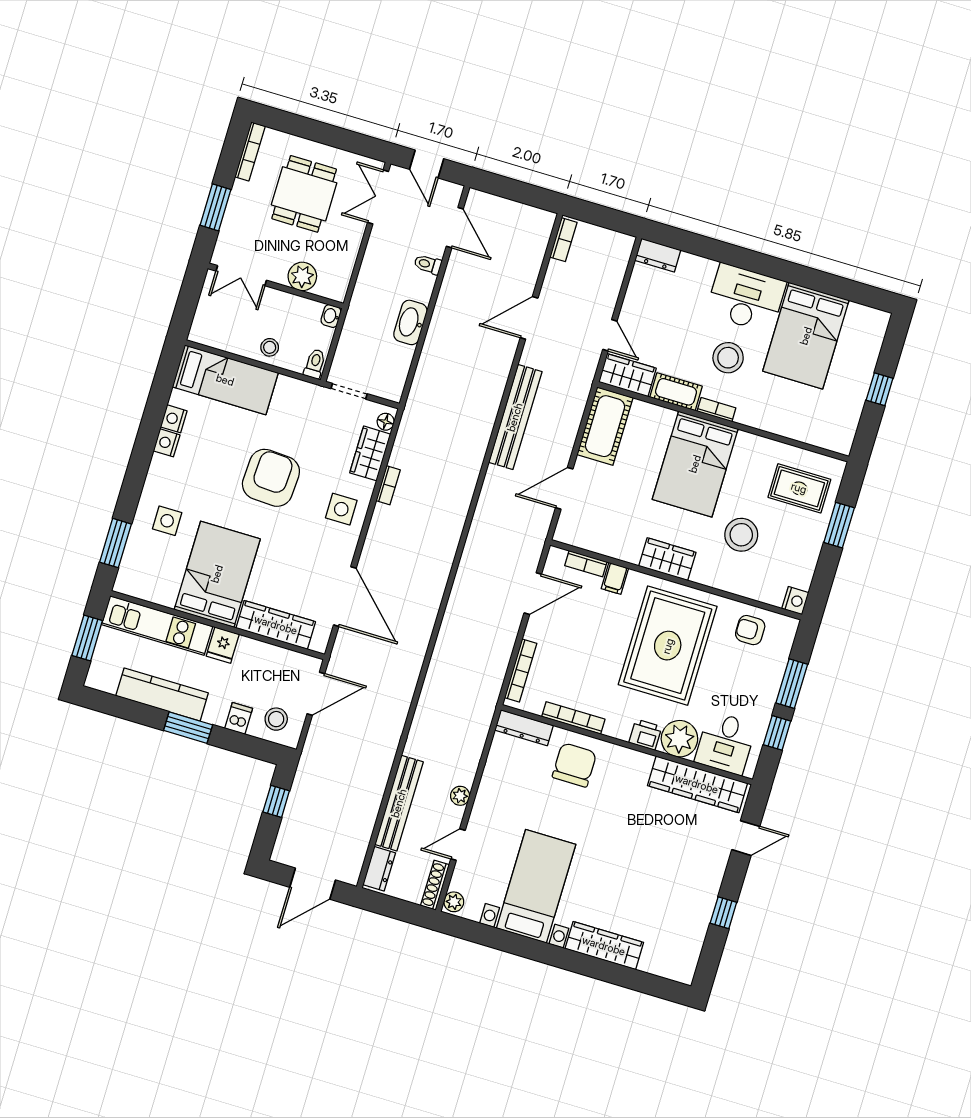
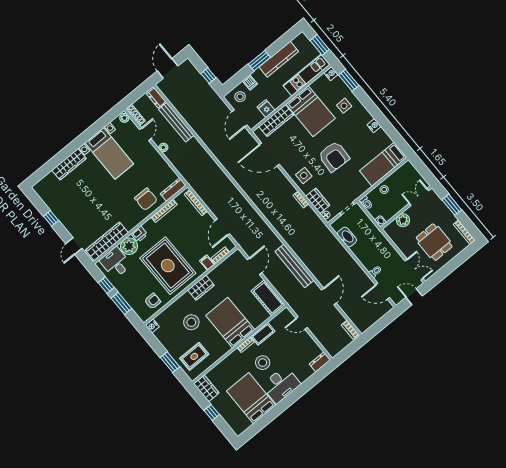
washbasin: (410, 322) -> (347, 237), moved
wardrobe: (627, 375) -> (206, 388), moved, turned -90
nightstand: (174, 419) -> (331, 74), moved
fridge: (223, 645) -> (266, 109), moved

